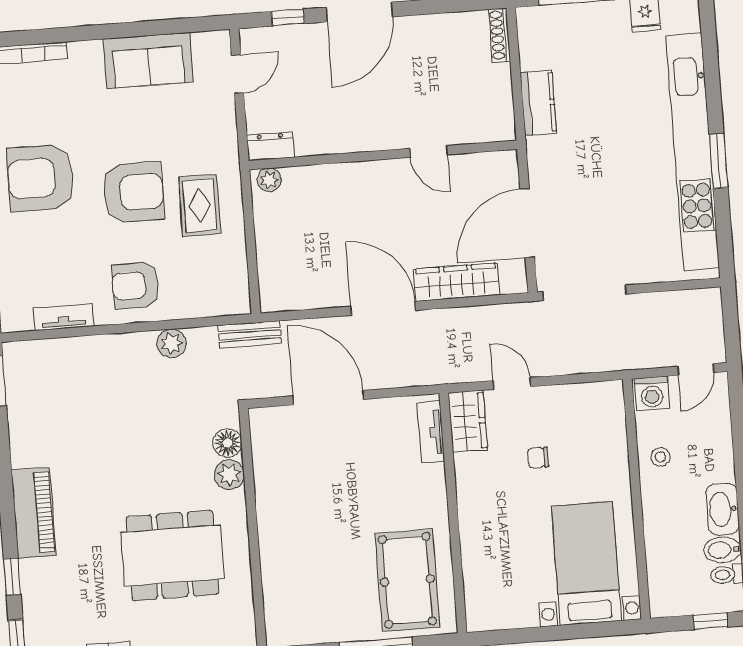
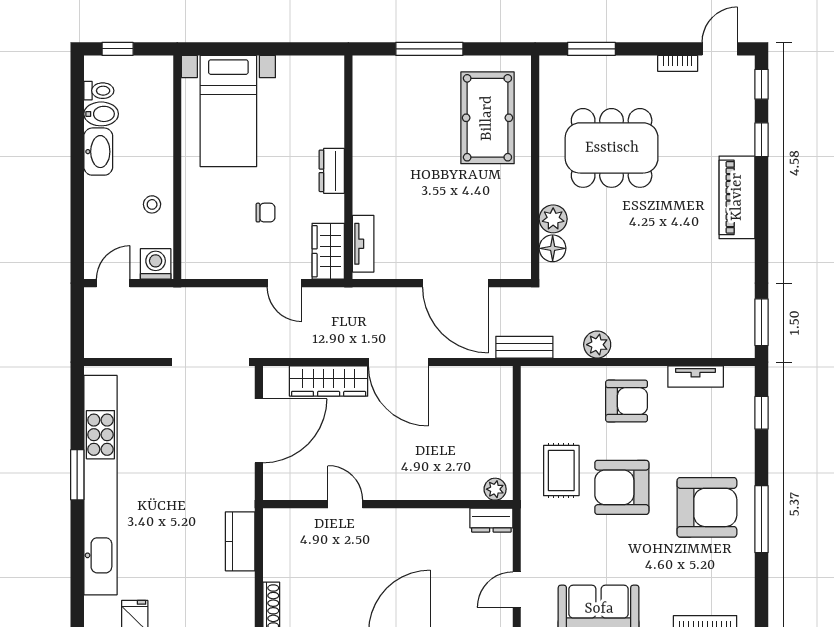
dresser: (471, 508) -> (332, 171), added
pool table: (407, 580) -> (487, 118), moved

